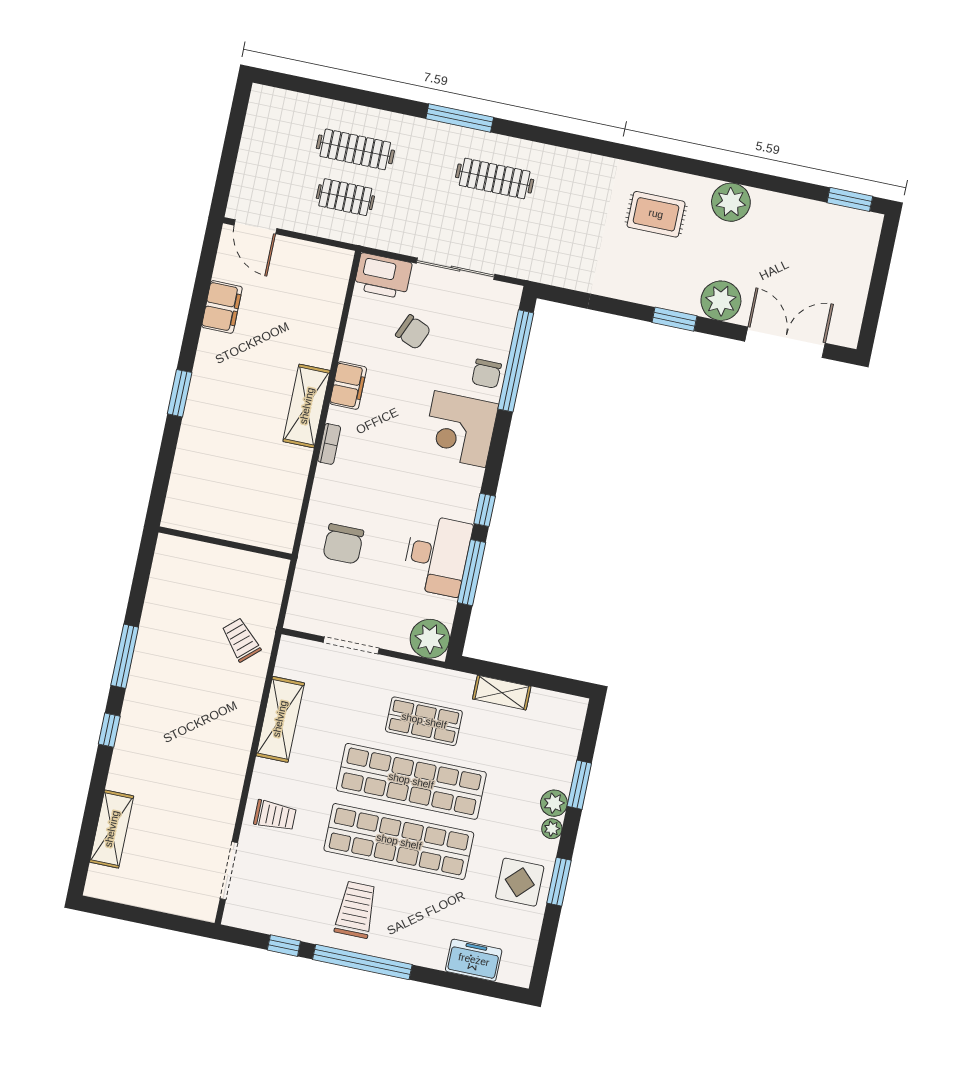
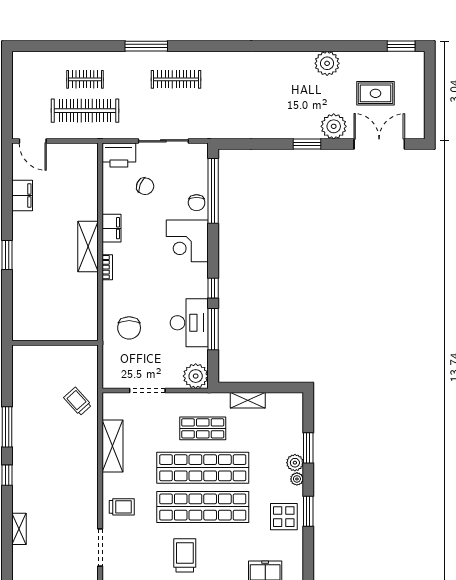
clothes rail: (355, 149) -> (85, 79), width x0.73
clothes rail: (345, 197) -> (85, 111), width x1.86, depth x1.31
rug: (656, 214) -> (375, 93), moved
shelving: (112, 829) -> (19, 529), width x0.67, depth x0.75

